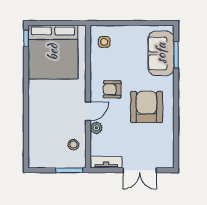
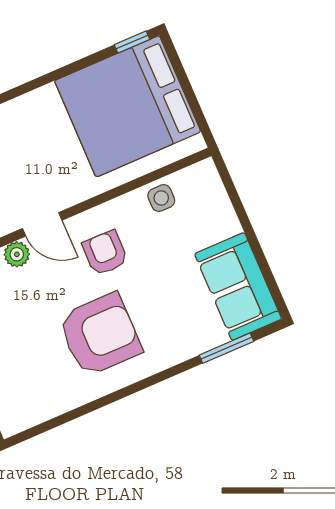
side table: (104, 42) -> (161, 198), moved
sofa: (161, 53) -> (238, 286), moved, turned -90

